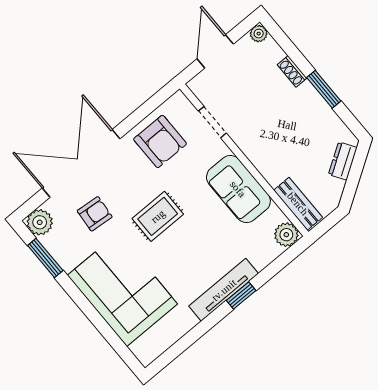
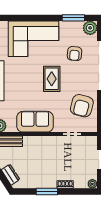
armchair: (160, 141) -> (82, 106), turned -75

